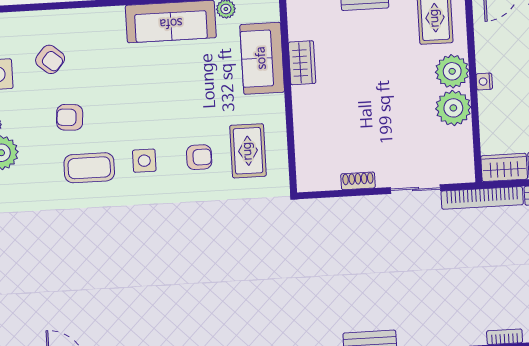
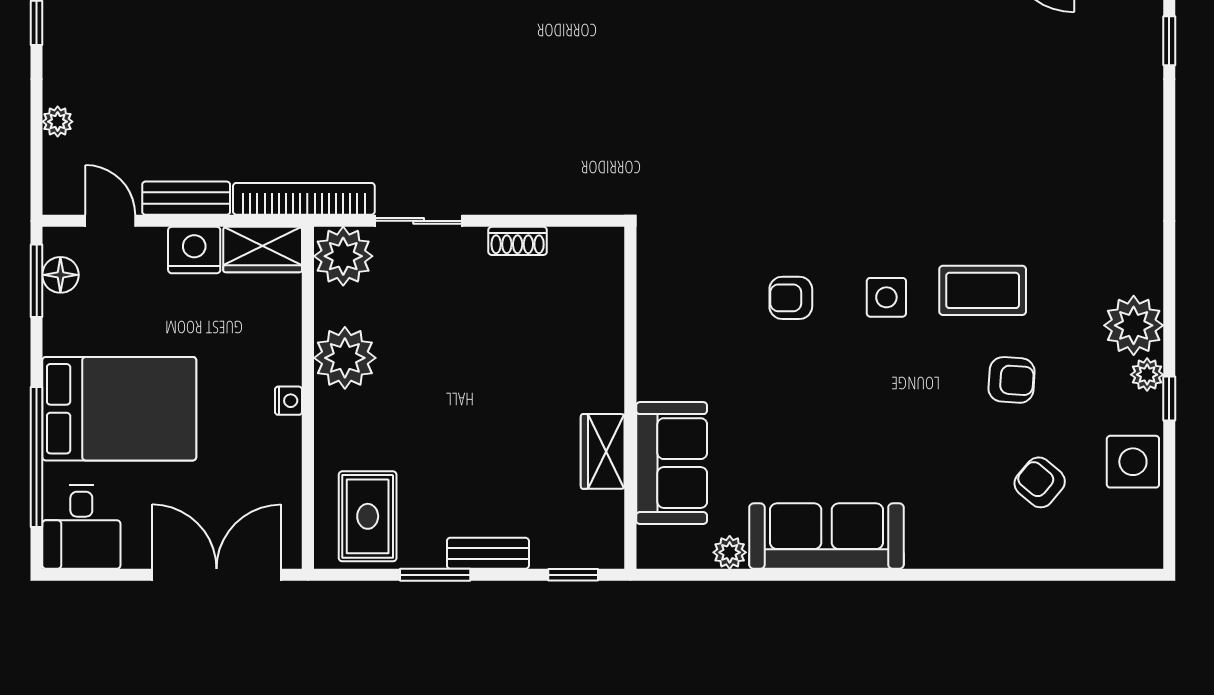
plant: (452, 71) -> (343, 256), moved
rug: (248, 151) -> (705, 304), removed

